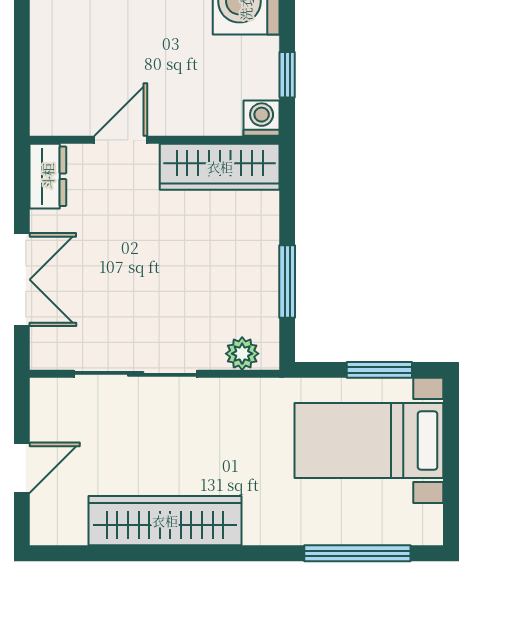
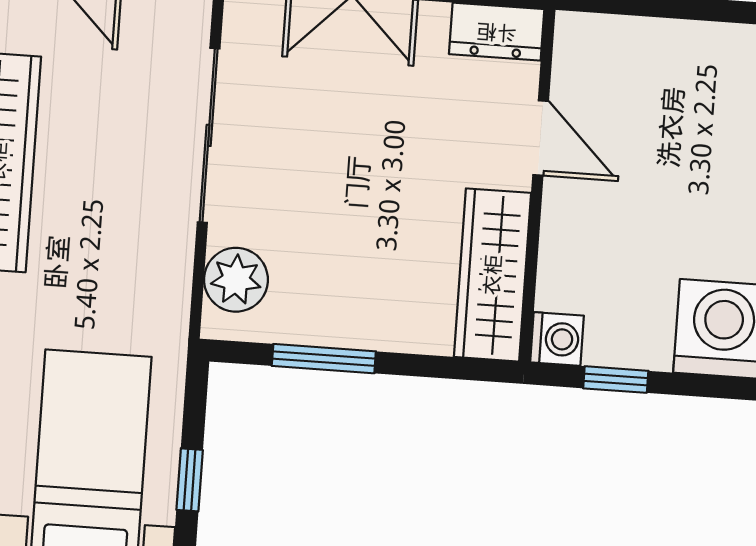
plant: (242, 354) -> (236, 280), width x1.38, depth x1.38
window: (379, 370) -> (190, 480), width x0.67

